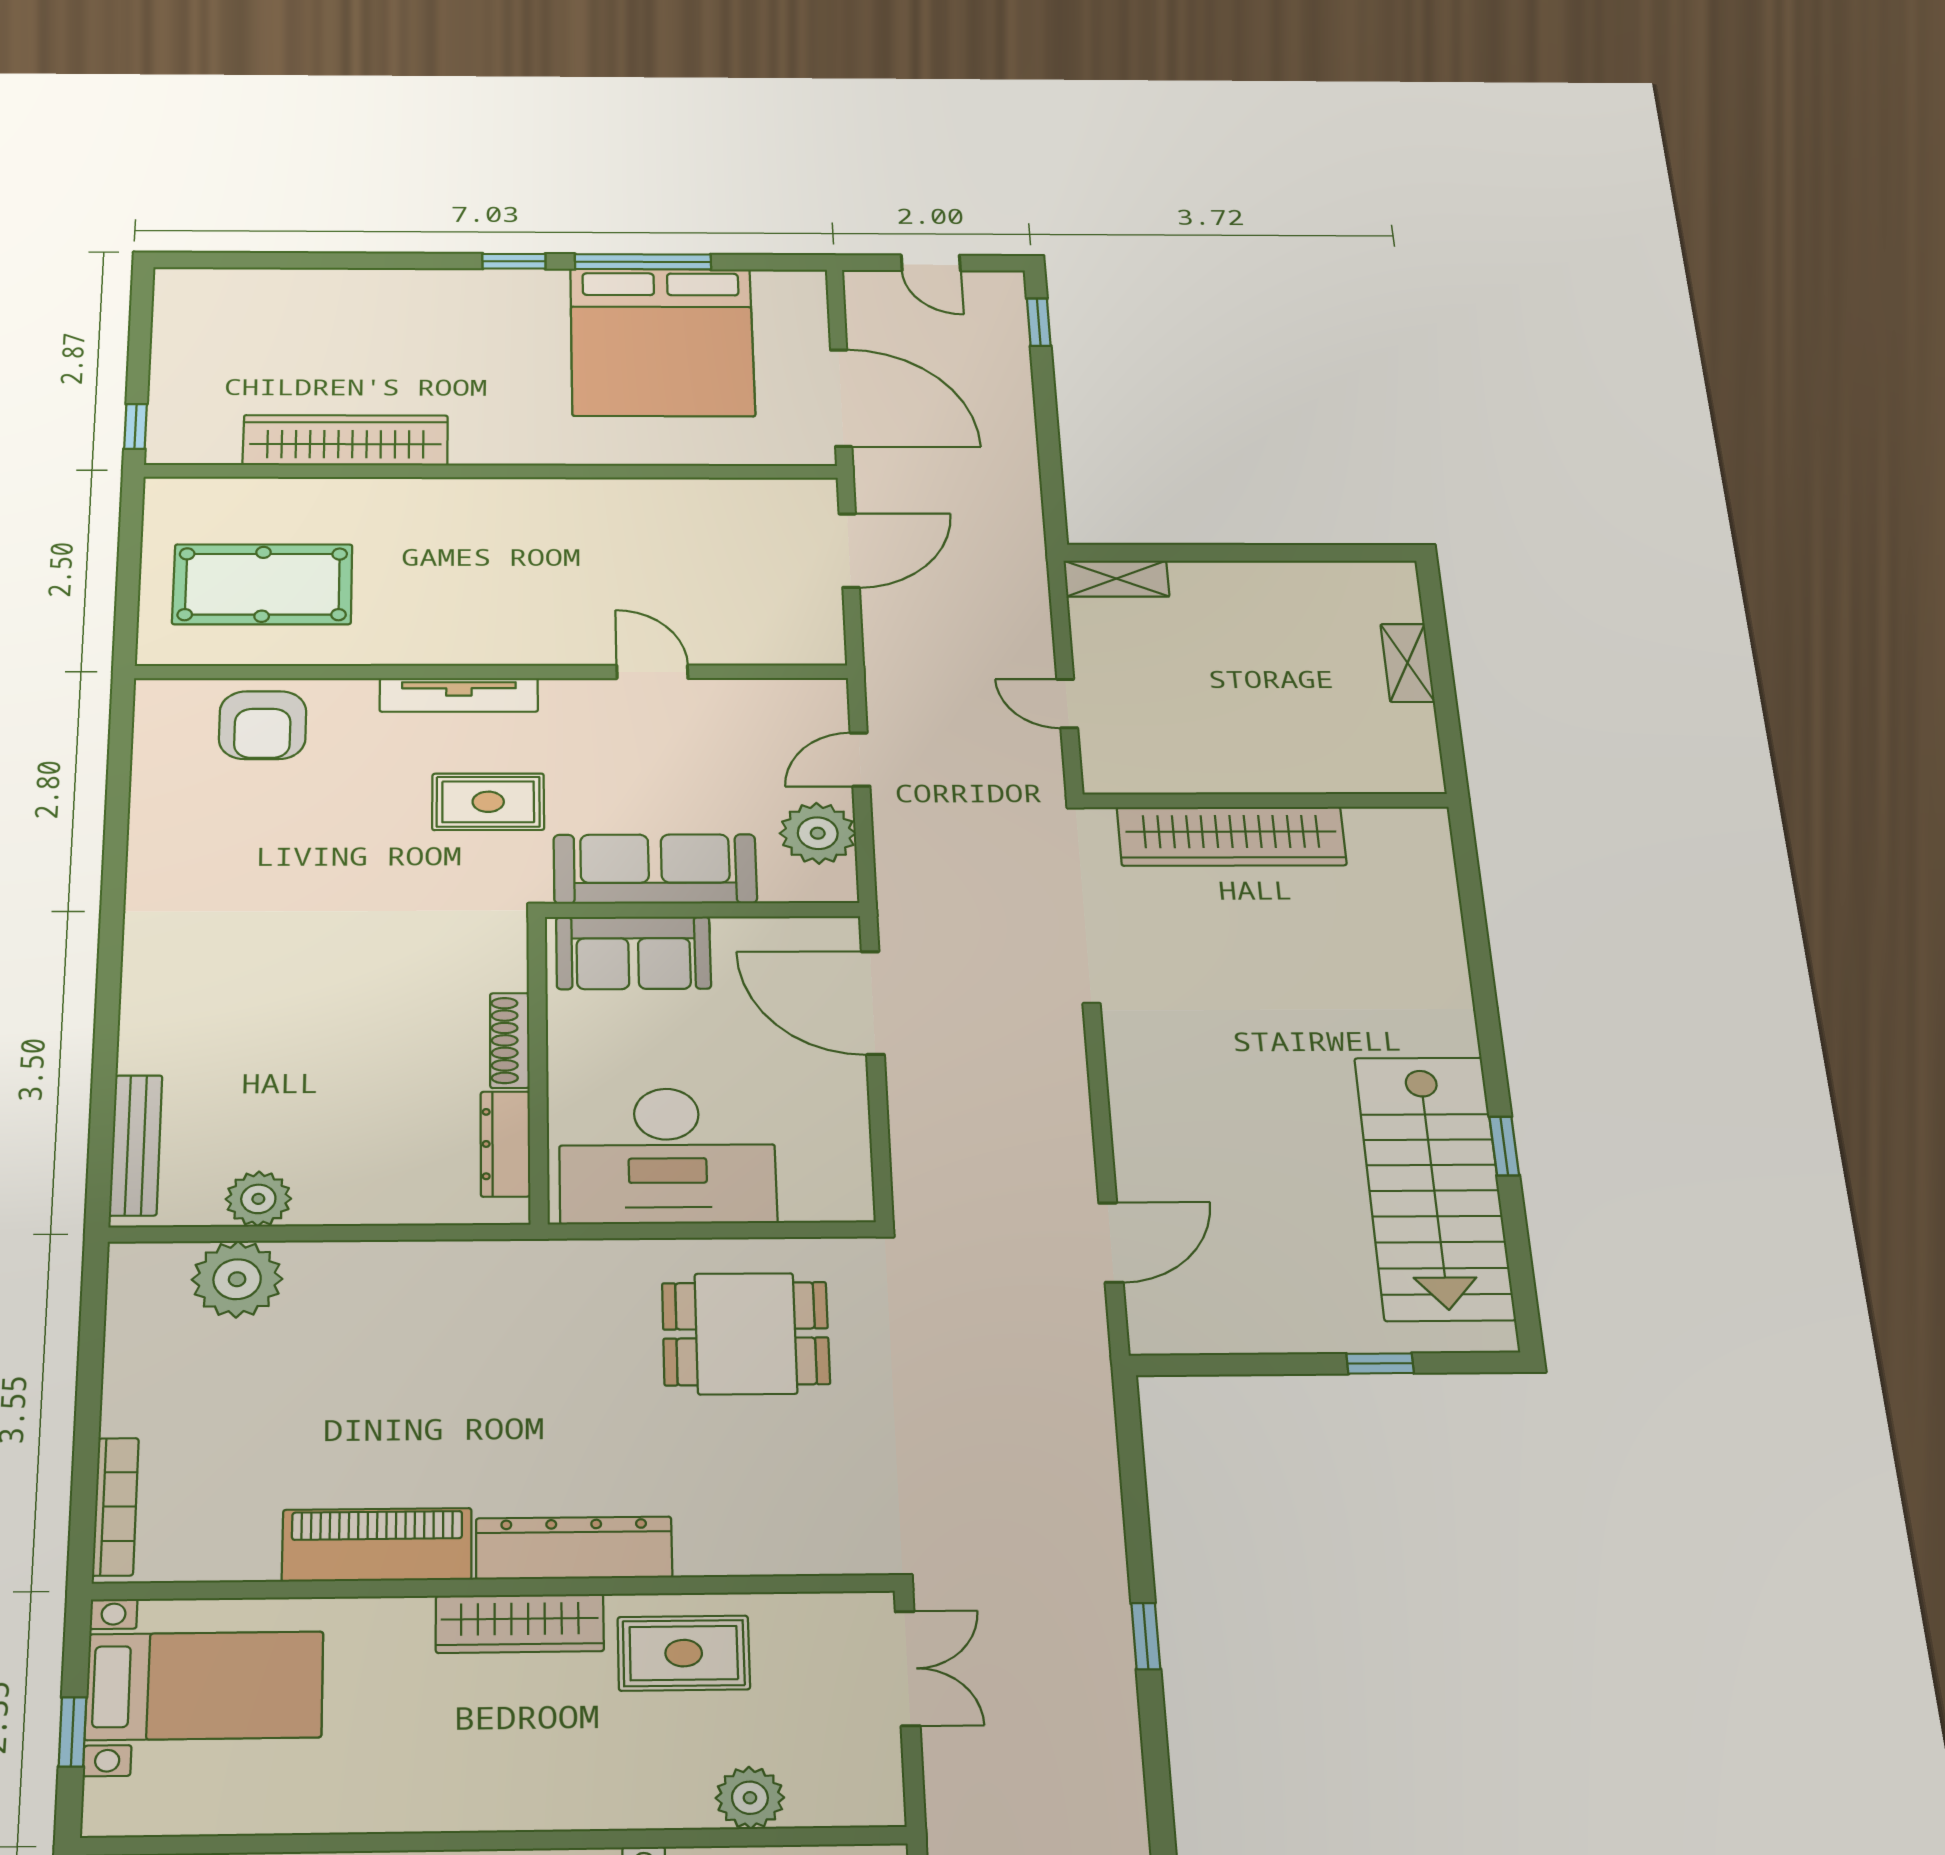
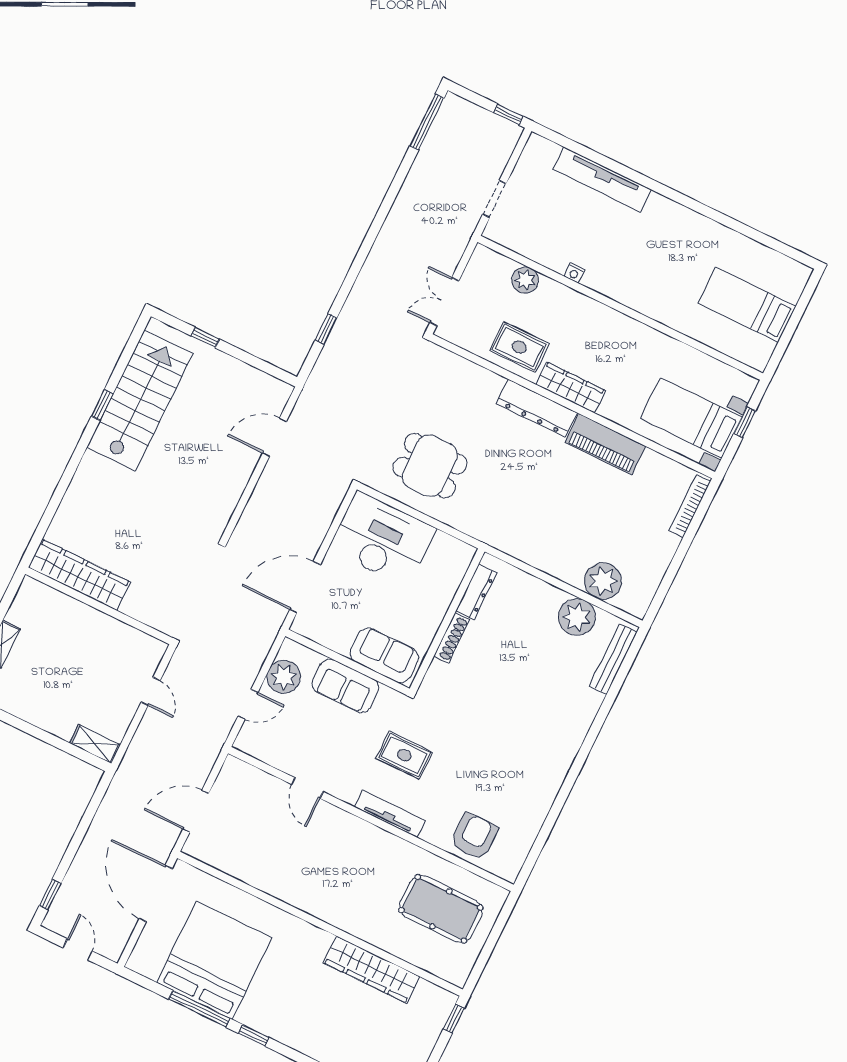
wardrobe: (1231, 836) -> (79, 575), moved
sofa: (655, 869) -> (345, 686), width x0.73
door: (873, 1003) -> (305, 587), swing flipped
desk: (667, 1156) -> (382, 539), moved
plant: (258, 1199) -> (577, 617), width x1.36, depth x1.36
window: (1146, 1636) -> (326, 329), moved

